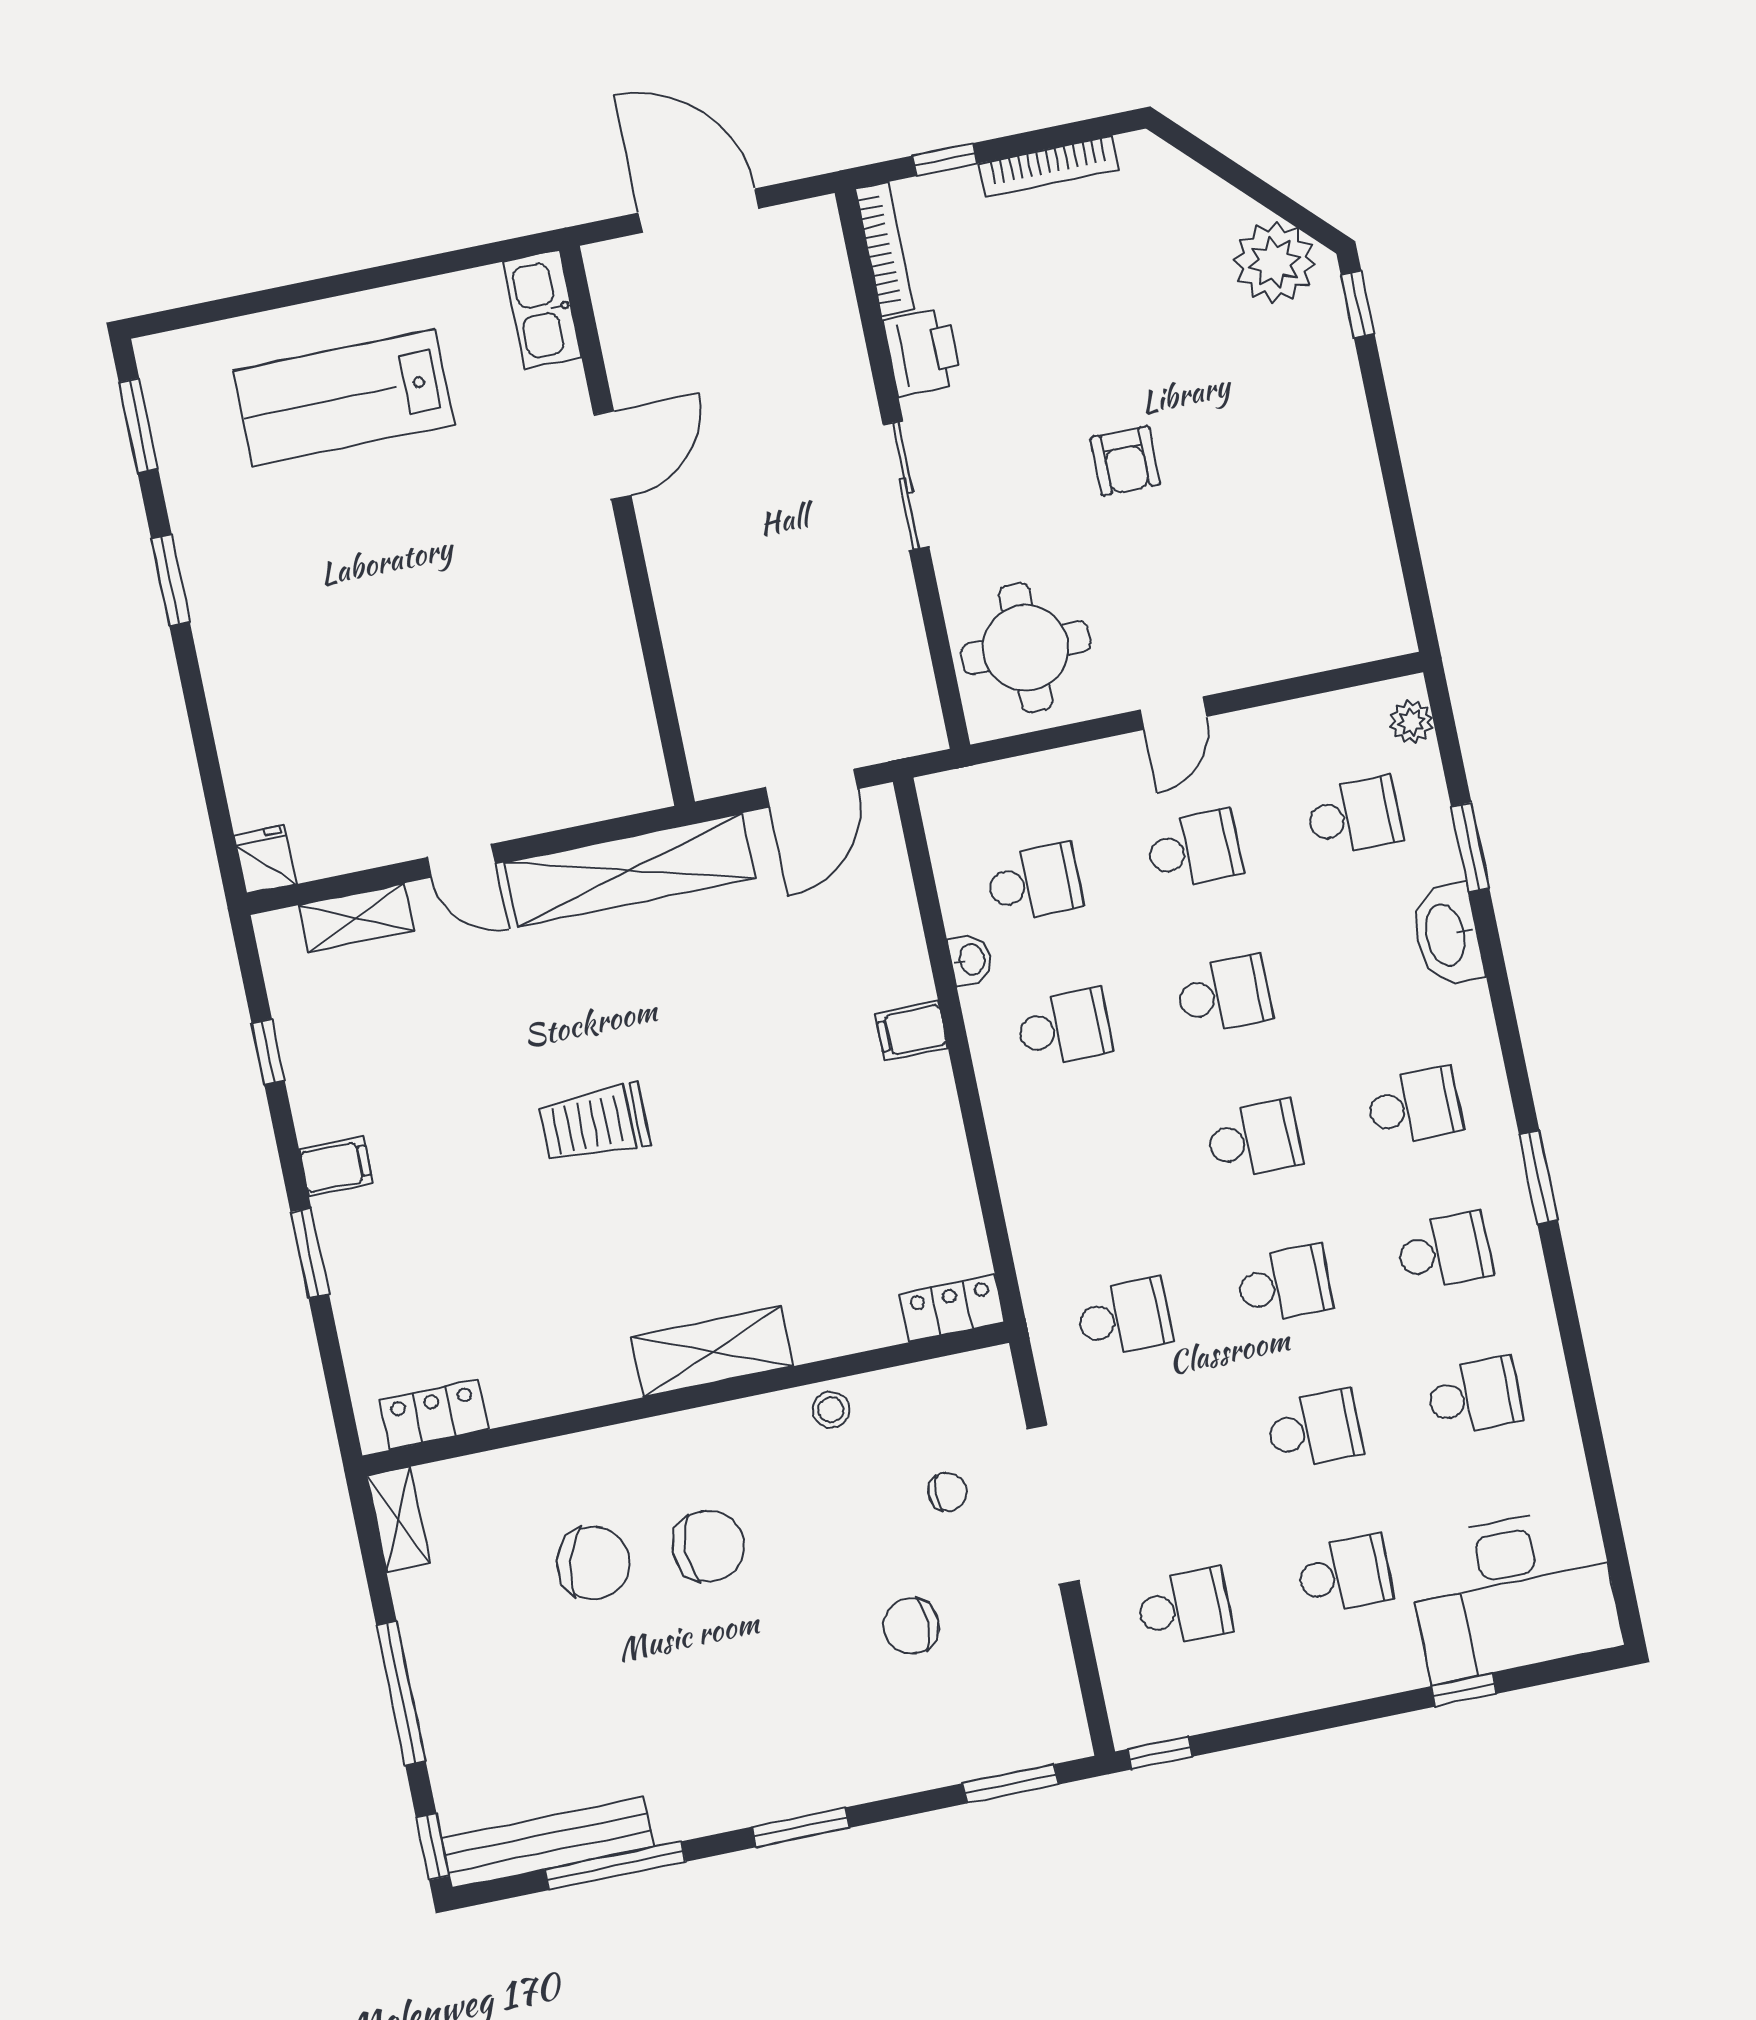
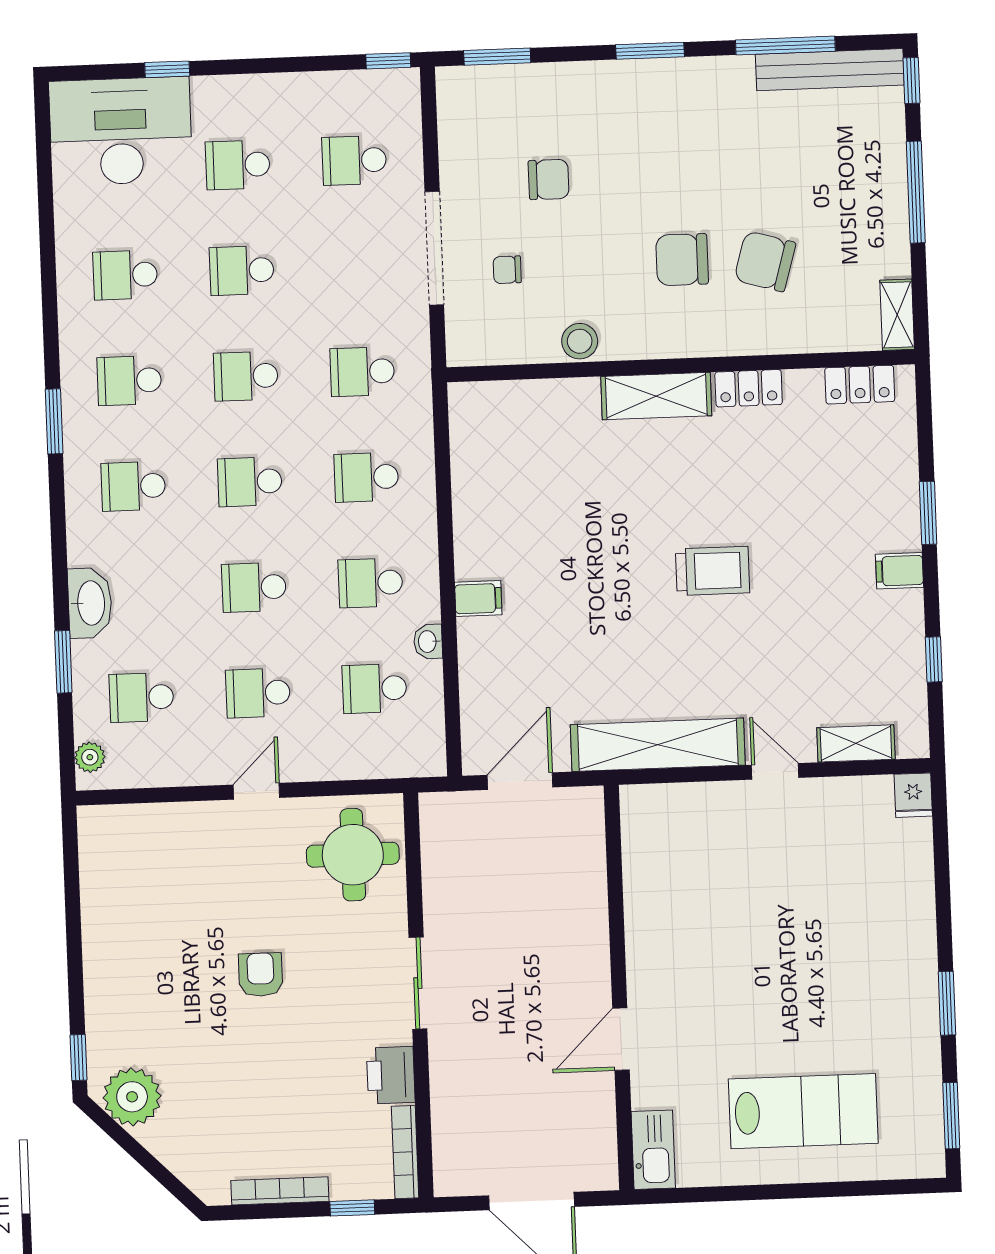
school desk: (1094, 1172) -> (366, 477), added
locker: (952, 1308) -> (749, 388), moved
stool: (831, 1410) -> (580, 341), width x1.37, depth x1.37

